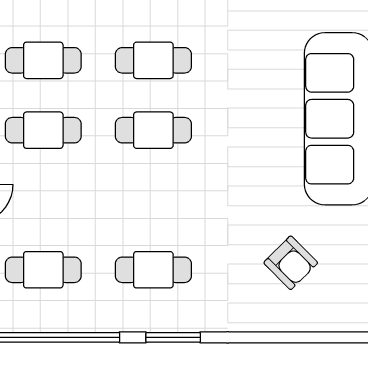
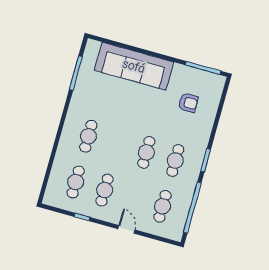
cafe table: (153, 130) -> (146, 152), moved
armchair: (291, 263) -> (188, 103), turned 45

